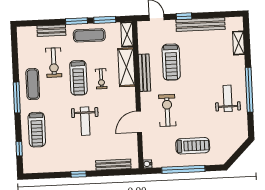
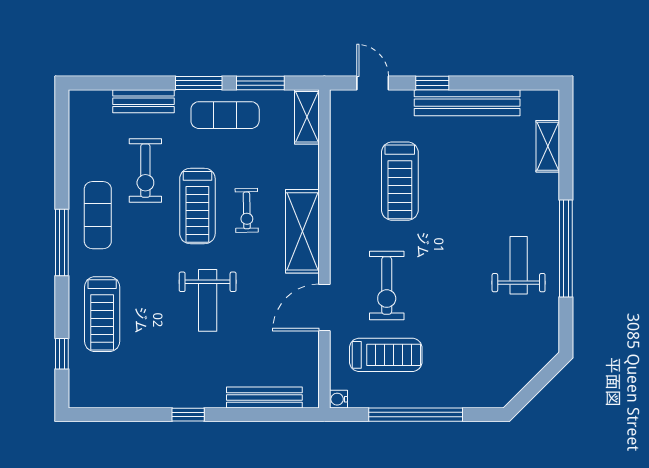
shelving: (126, 67) -> (302, 231), moved
bench: (144, 73) -> (341, 201), removed
exercise bike: (167, 110) -> (387, 285), turned 180
treadmill: (193, 146) -> (386, 355), moved

